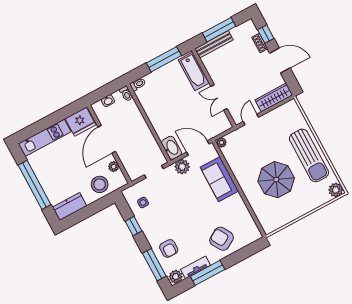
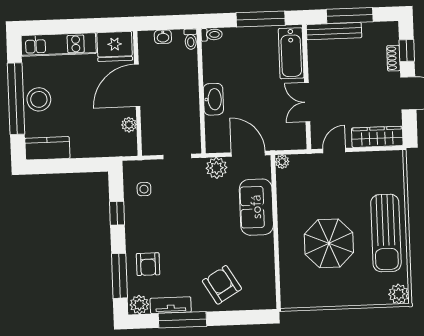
washbasin: (171, 148) -> (213, 99), moved
stool: (100, 184) -> (39, 99), moved

